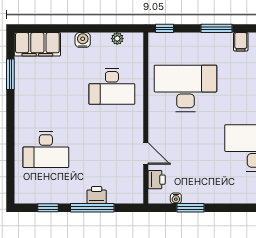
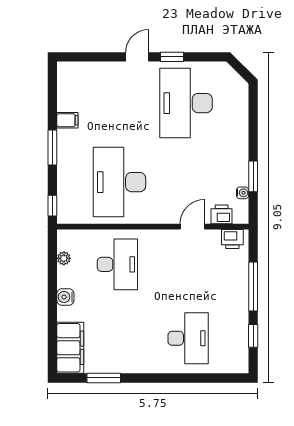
printer: (97, 195) -> (232, 239), moved, turned -90

